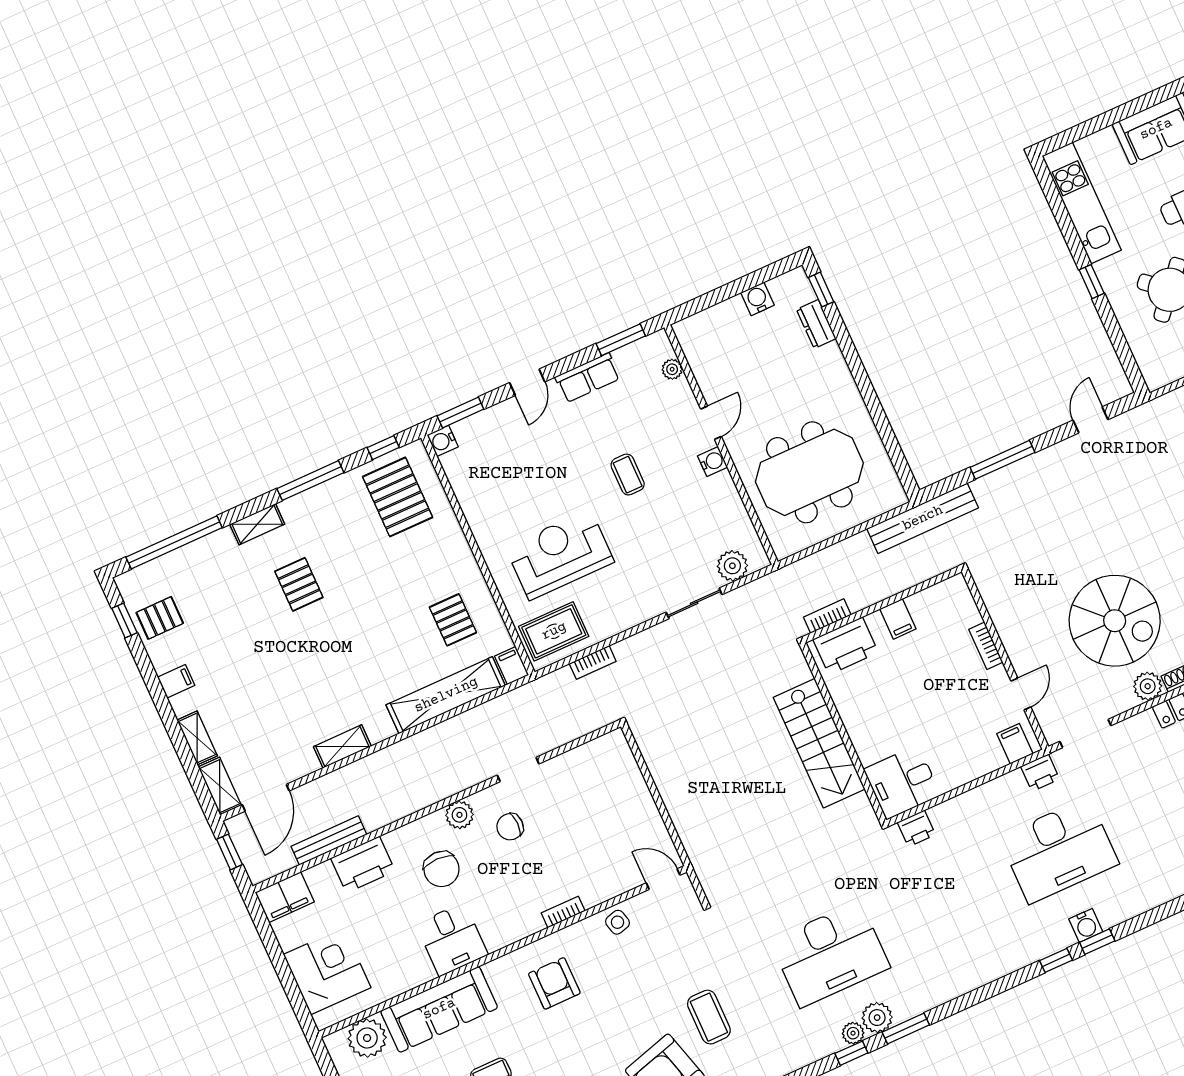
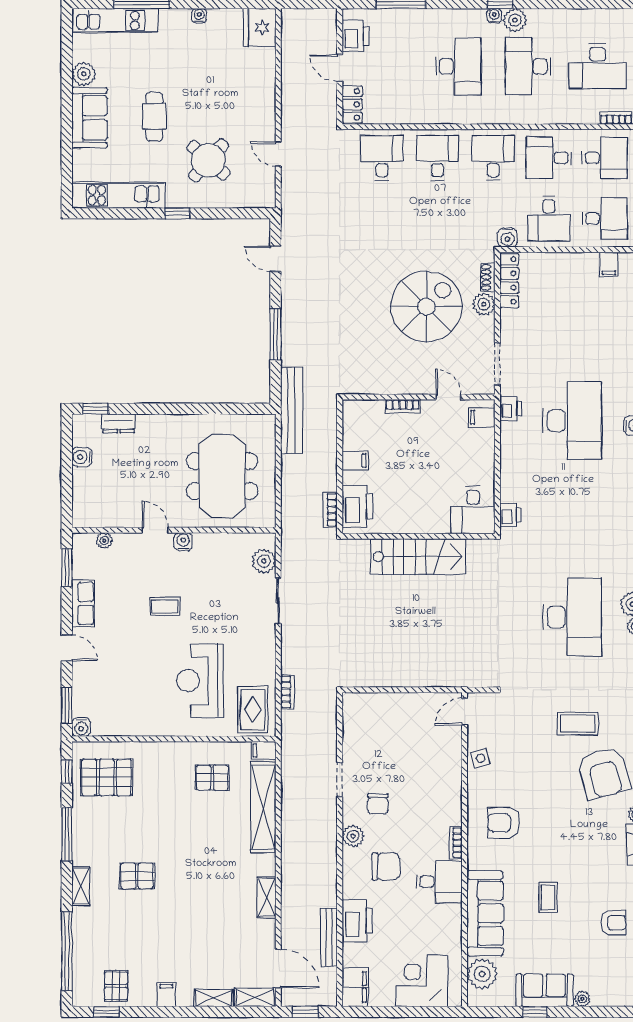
bookcase: (563, 912) -> (456, 843), moved

